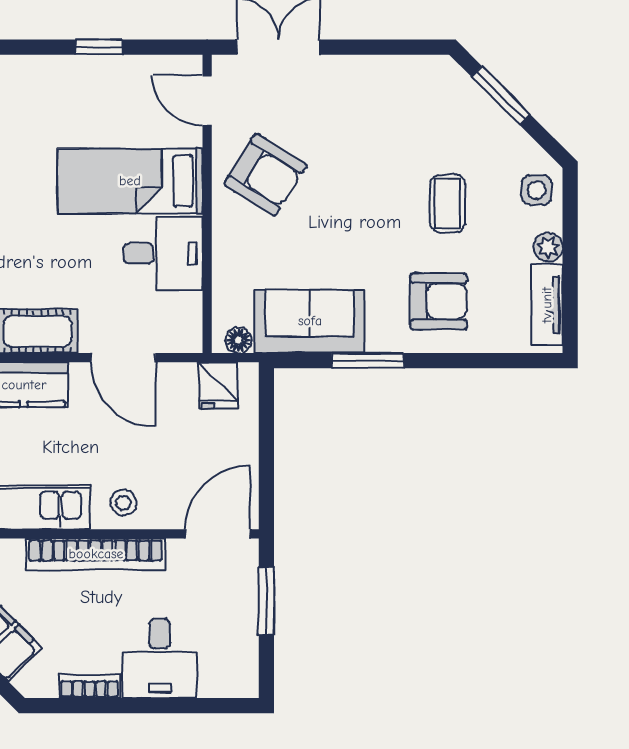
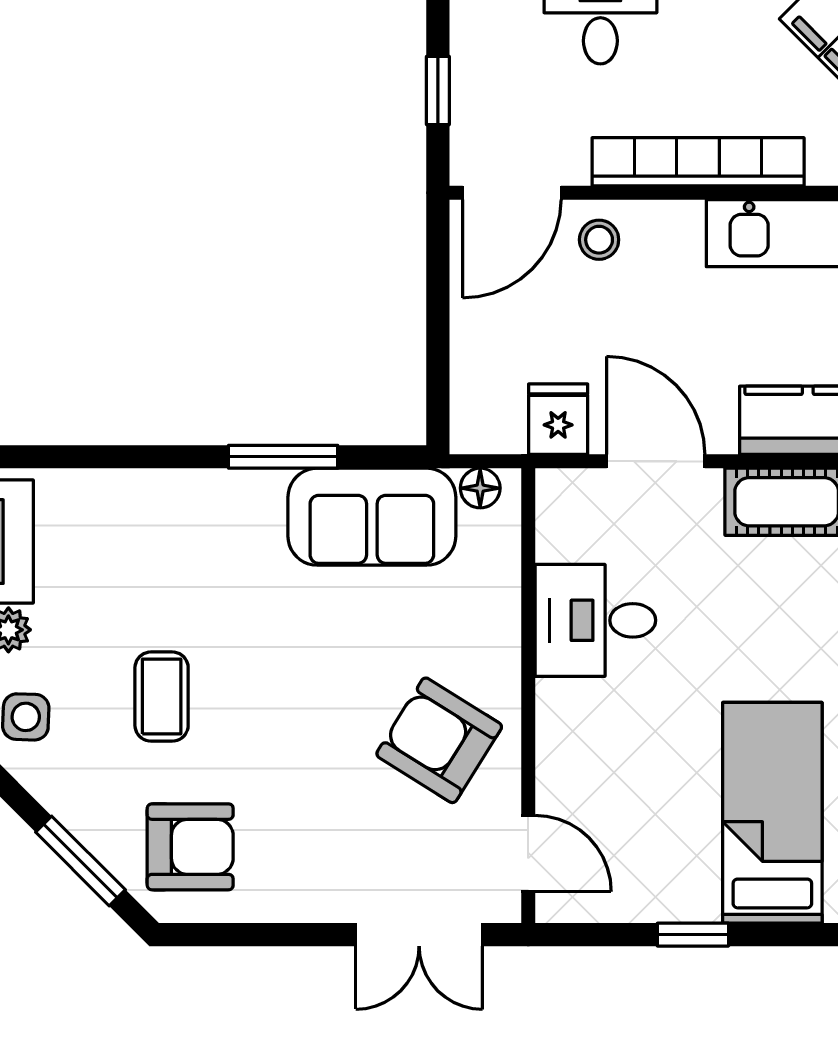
bed: (130, 181) -> (772, 813), moved, turned -90
armchair: (439, 301) -> (190, 847), moved, turned 180
fridge: (218, 385) -> (558, 419), moved
stool: (123, 503) -> (599, 240), moved
window: (266, 601) -> (438, 90), width x0.67

